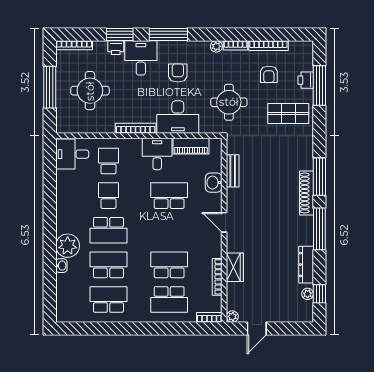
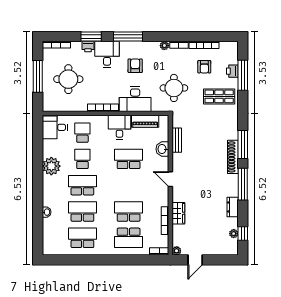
school desk: (108, 230) -> (82, 185), turned 180
plant: (68, 246) -> (51, 166), moved
dresser: (306, 265) -> (233, 207), width x0.70

